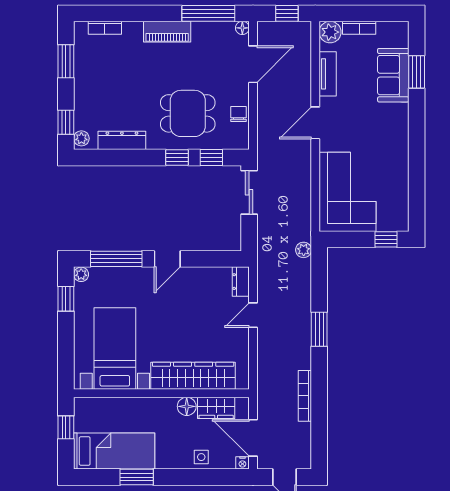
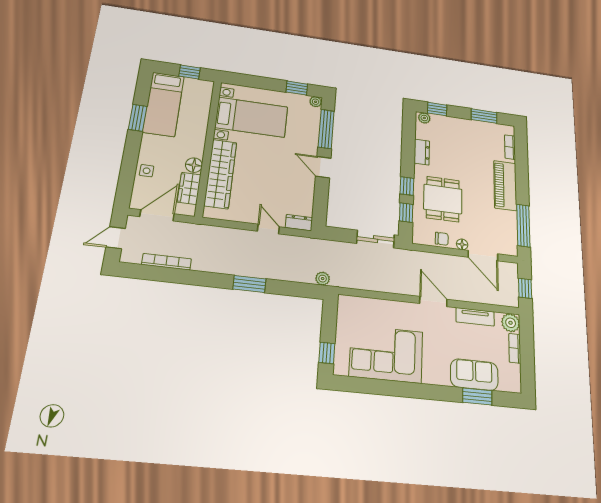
floor lamp: (242, 28) -> (462, 244), moved
piano: (167, 32) -> (505, 185), width x1.37, depth x1.33
dresser: (122, 140) -> (422, 152), width x0.70
corner sofa: (348, 192) -> (386, 354), moved, turned 180
bookcase: (305, 396) -> (167, 262), moved
nightstand: (242, 463) -> (135, 204), removed

